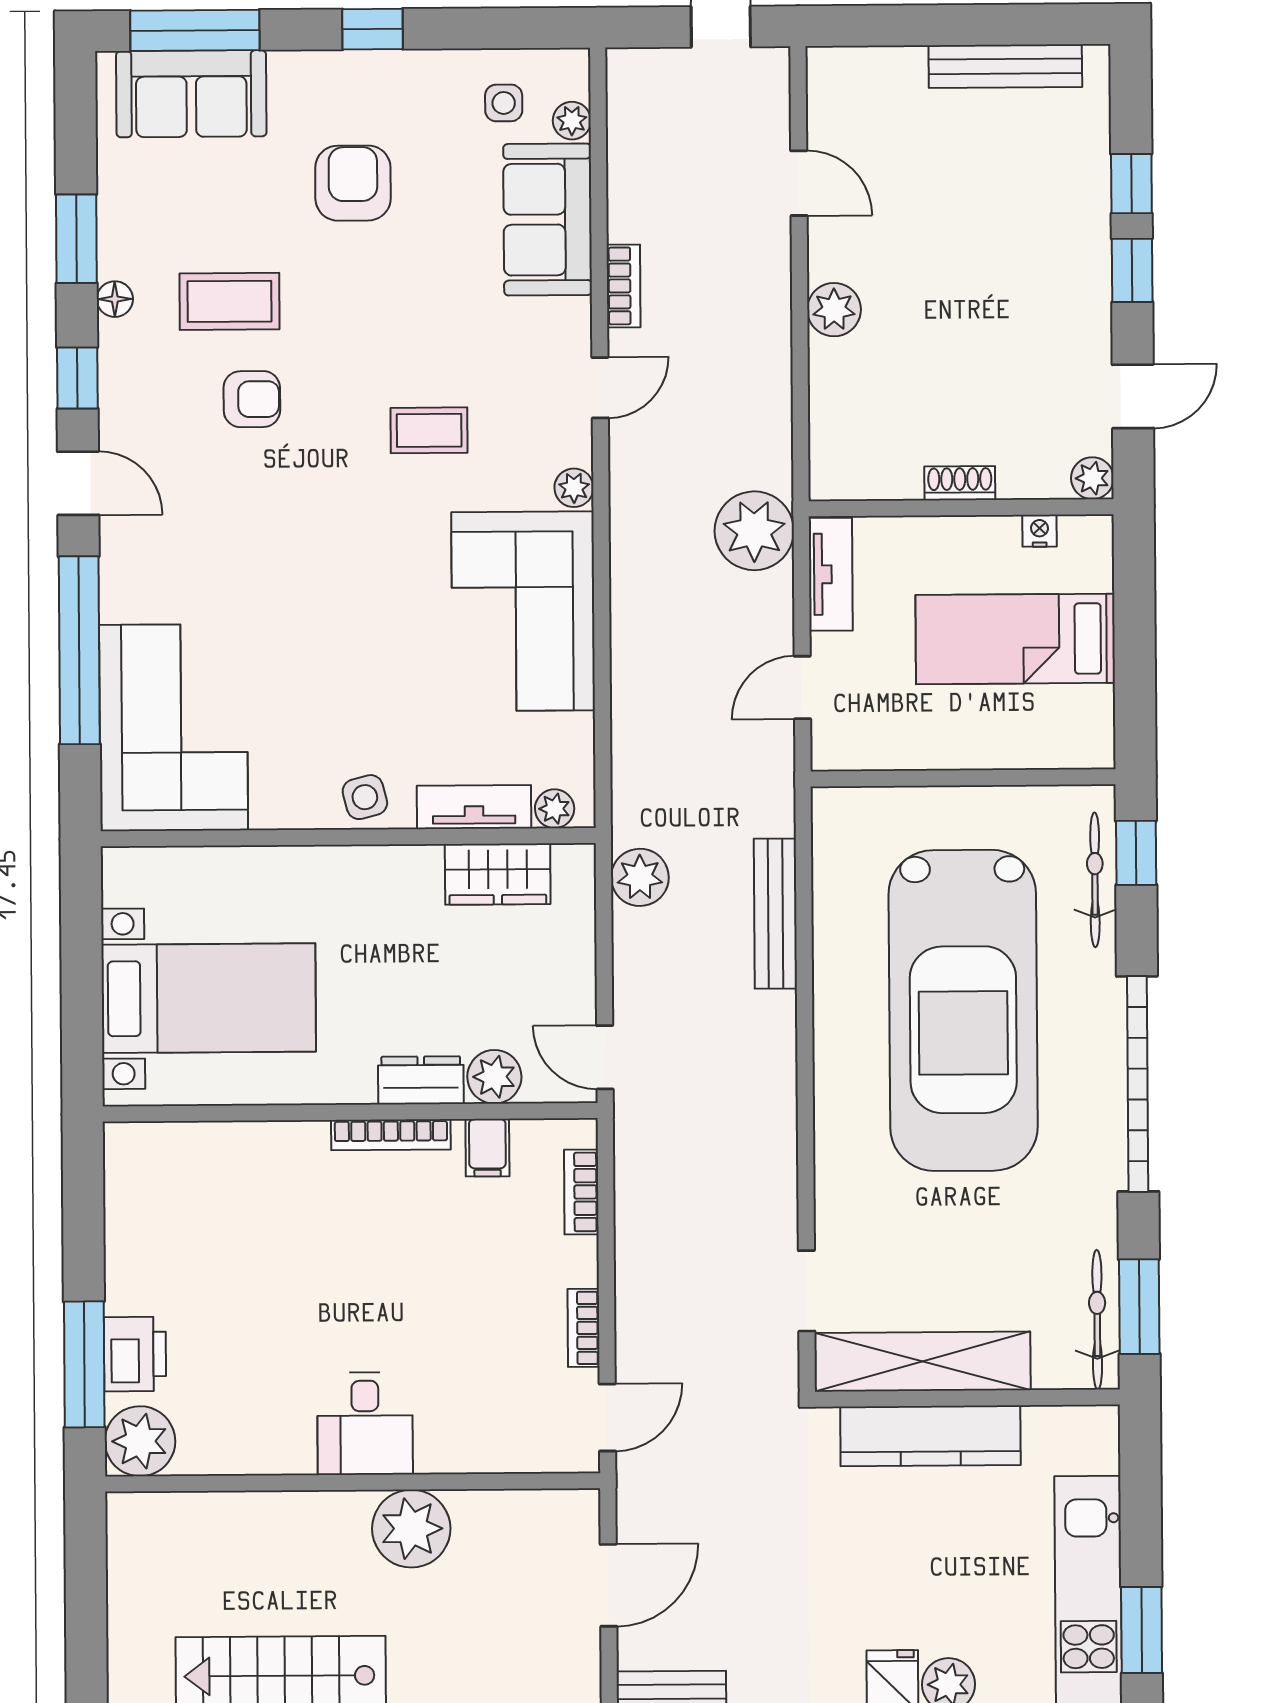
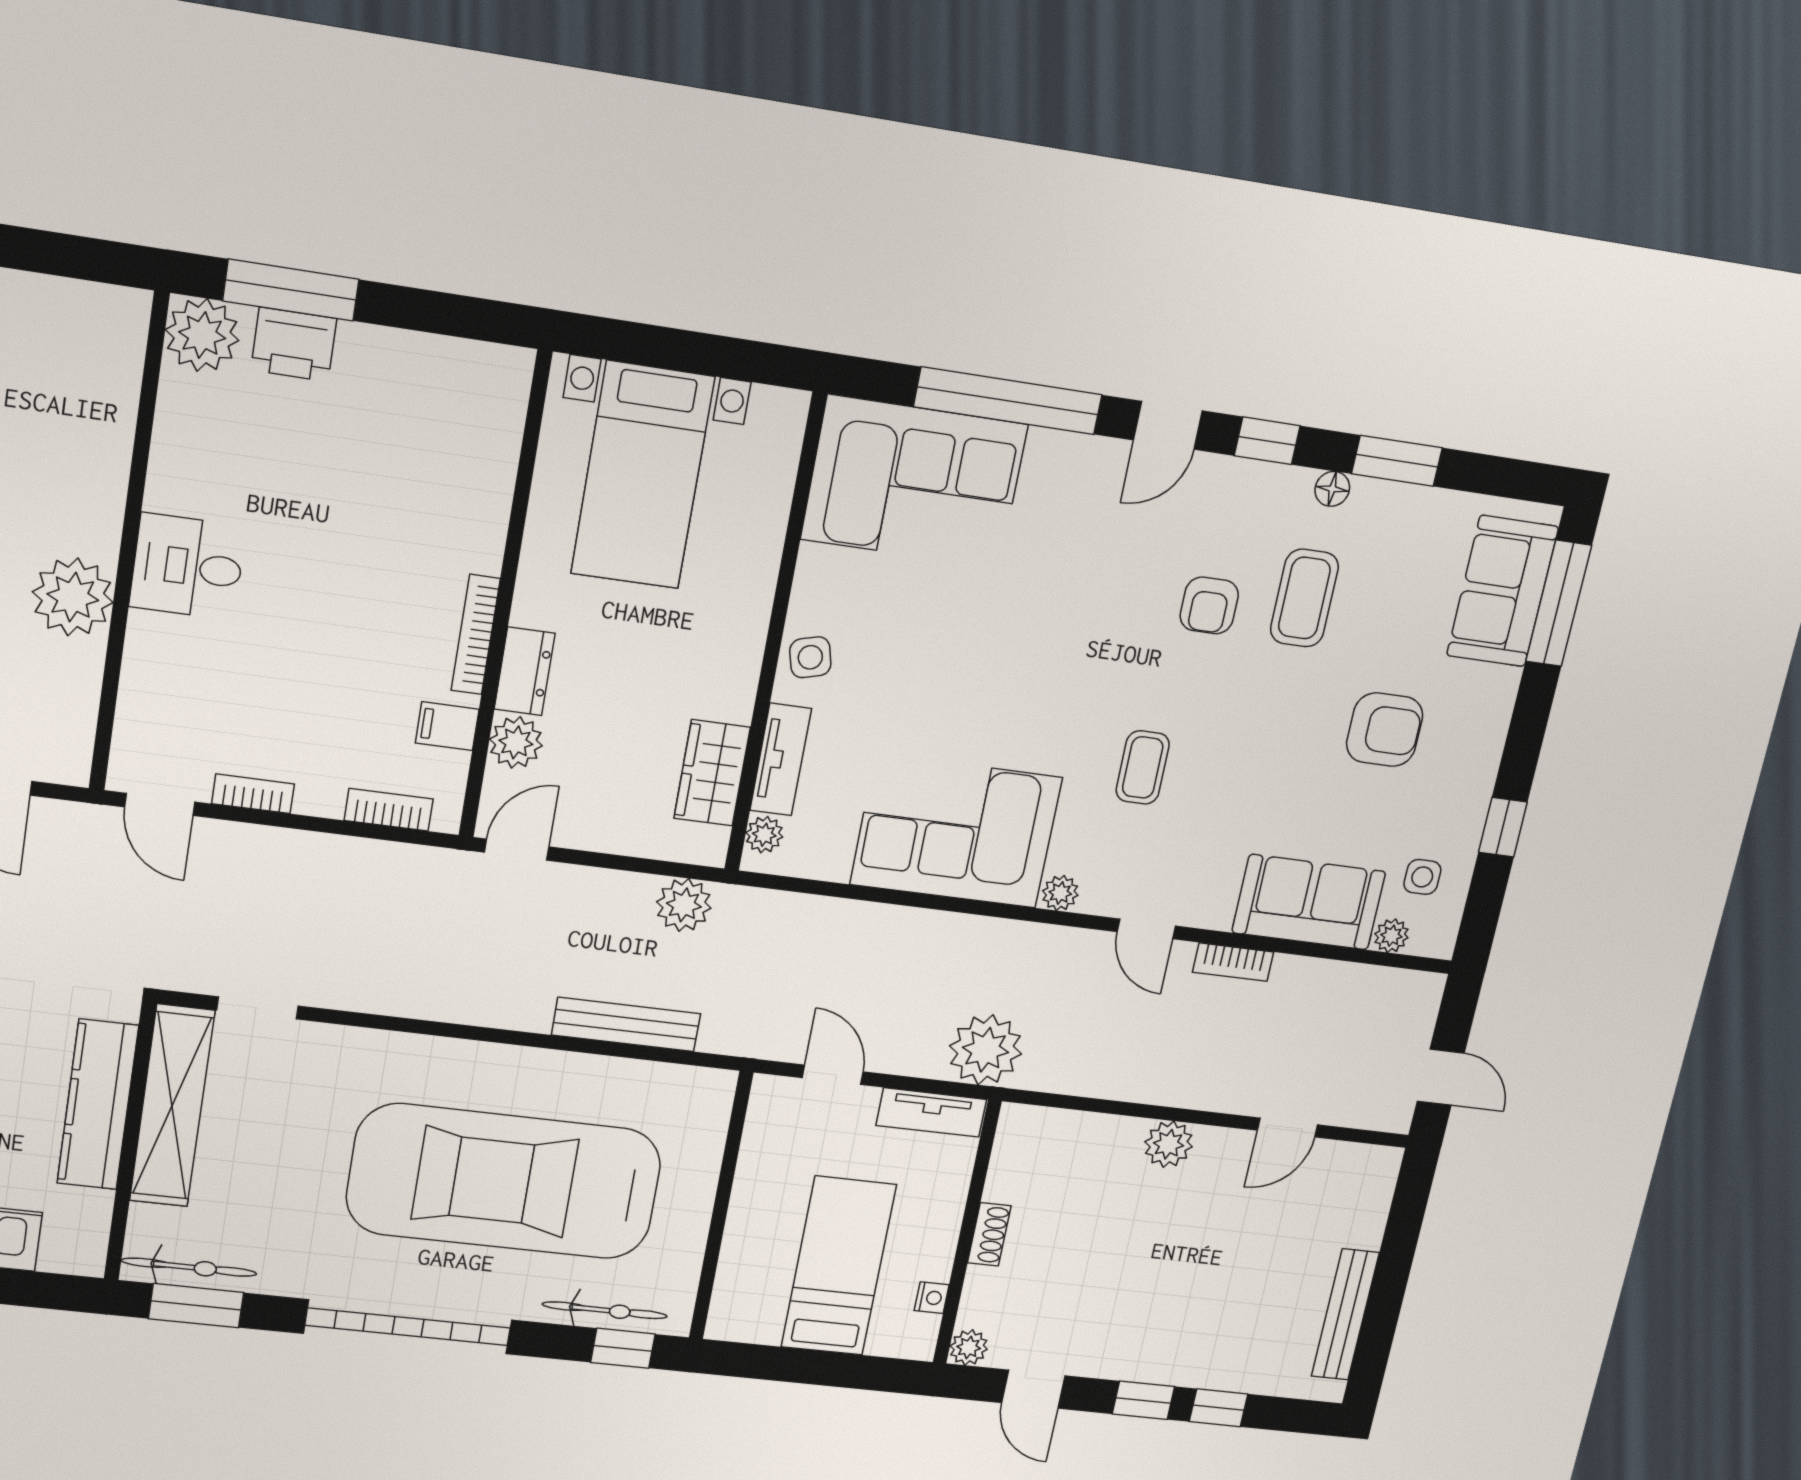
window: (373, 29) -> (1503, 827), moved

